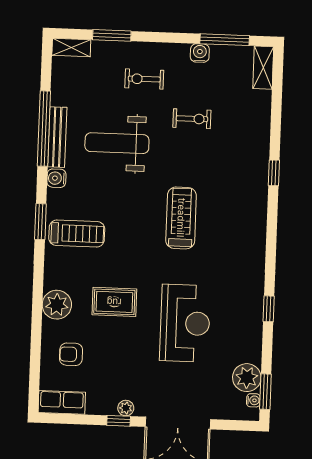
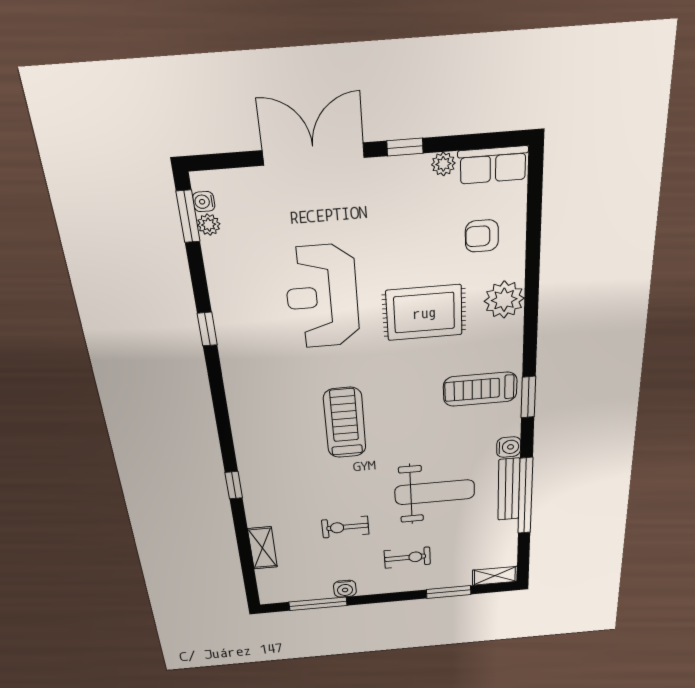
shelving: (263, 68) -> (263, 548), moved
treadmill: (181, 218) -> (345, 423), turned 180
rug: (114, 302) -> (424, 313), width x1.36, depth x1.43
armchair: (71, 354) -> (482, 236), turned 180
plant: (247, 378) -> (209, 225), width x0.53, depth x0.53
plant: (126, 408) -> (443, 164), moved

